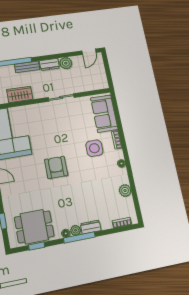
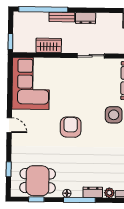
plant: (66, 63) -> (103, 19), removed
plant: (76, 230) -> (109, 193), moved

